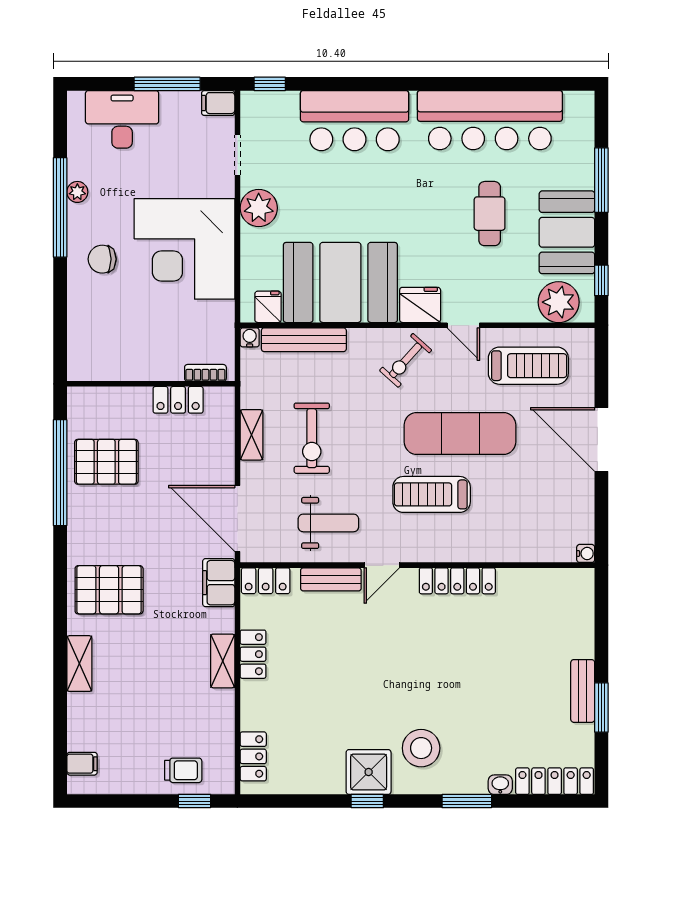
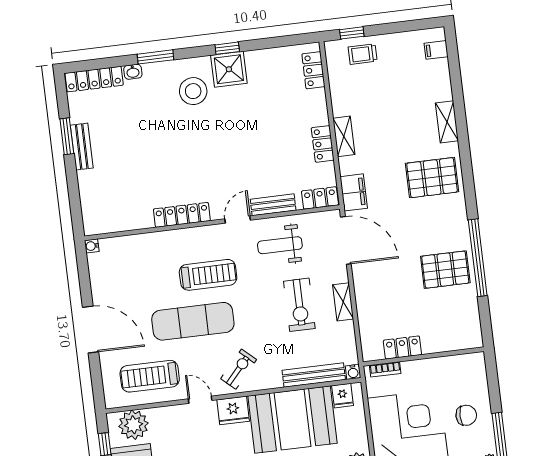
bookcase: (205, 373) -> (385, 369), moved
wall: (151, 384) -> (424, 357), moved
locker: (178, 400) -> (402, 347), moved
exercise bike: (312, 438) -> (299, 305), turned 180

